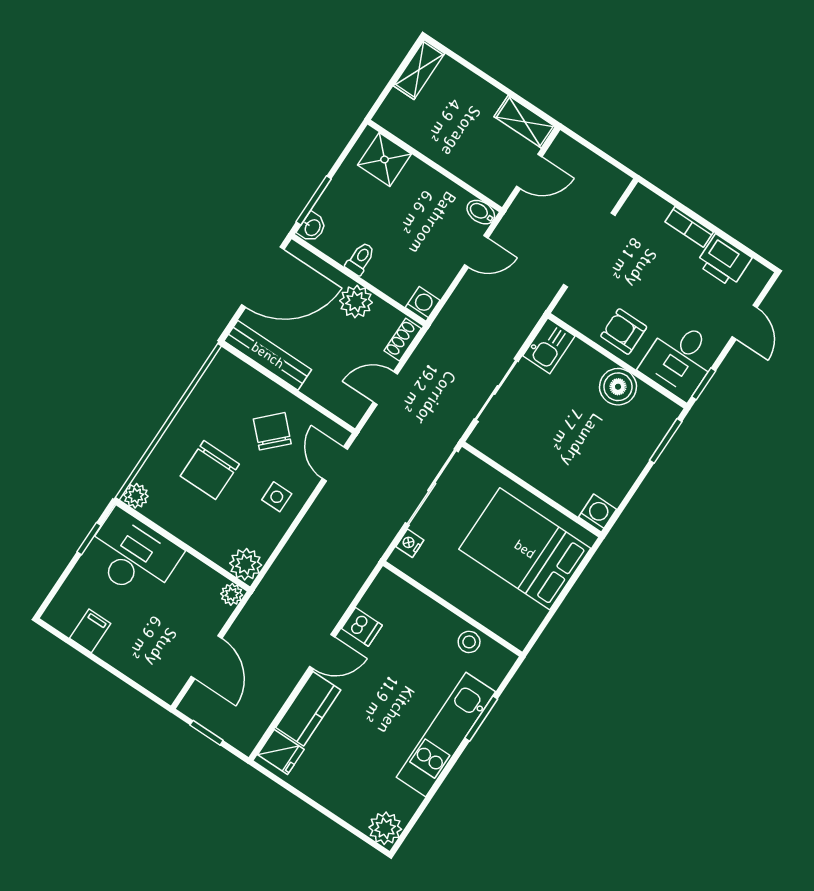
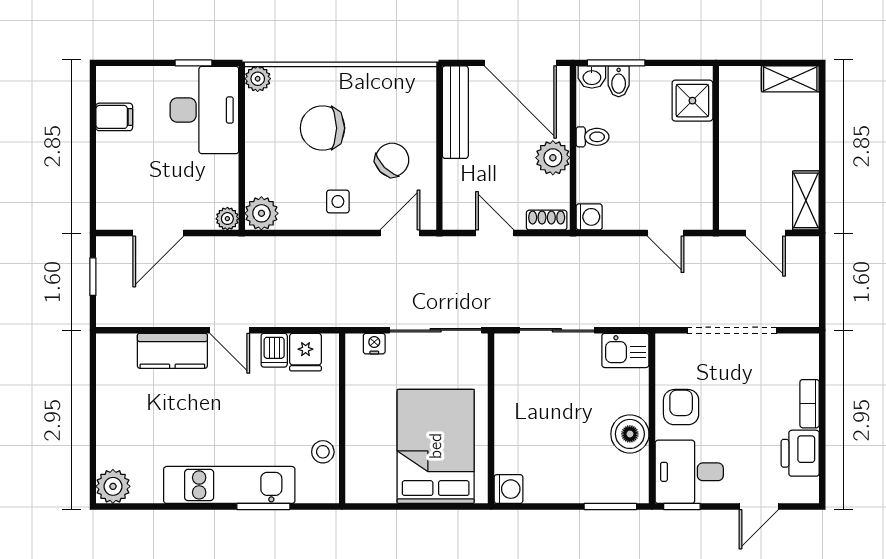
bidet: (481, 212) -> (619, 81), moved, turned 180
fridge: (281, 752) -> (306, 352), moved

